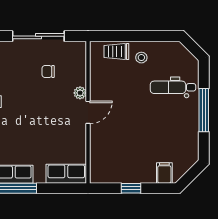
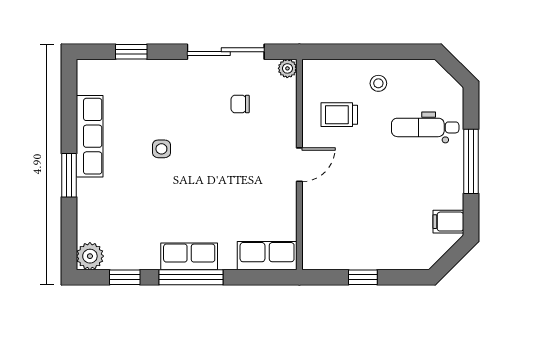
trolley: (116, 52) -> (339, 115), moved
plant: (80, 93) -> (287, 68), moved
filing cabinet: (164, 173) -> (448, 222), moved, turned -90

